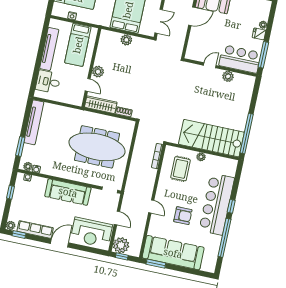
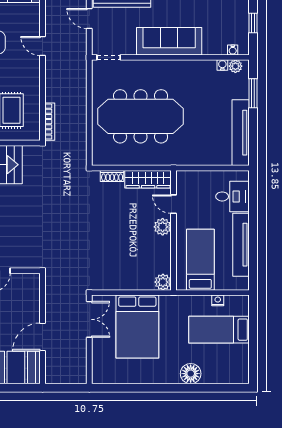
double door: (159, 21) -> (89, 319), swing flipped
plant: (126, 40) -> (163, 282), moved

